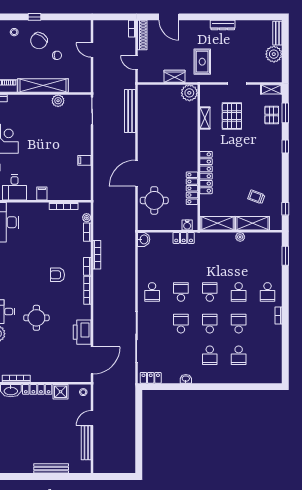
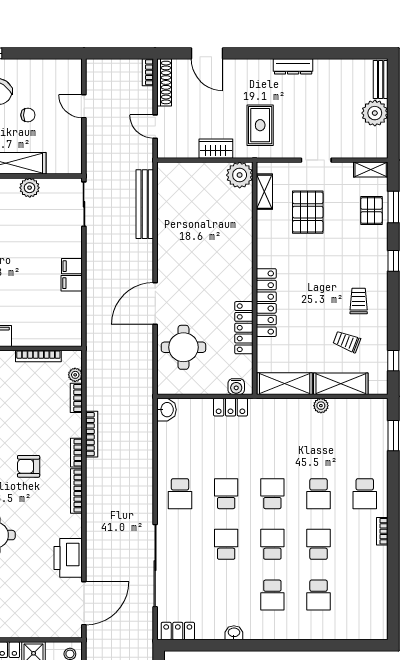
shelving: (205, 118) -> (264, 192), moved
filing cabinet: (84, 150) -> (72, 266), added
trolley: (264, 171) -> (359, 301), added

